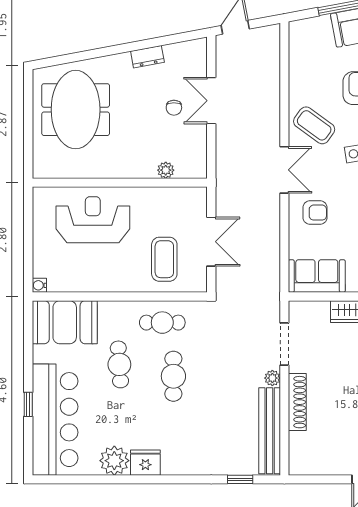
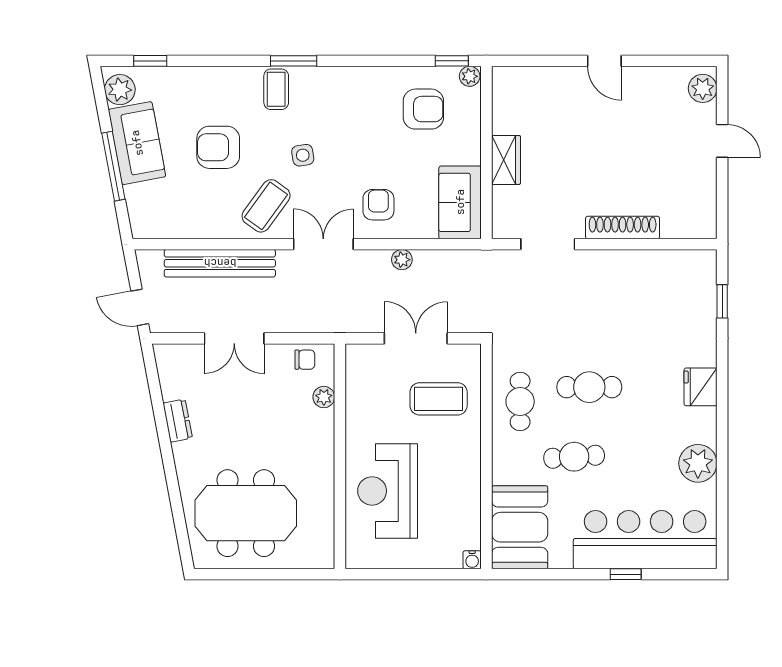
chair: (174, 108) -> (305, 360), moved
plant: (272, 378) -> (402, 260), moved
bench: (270, 431) -> (220, 263), moved
fridge: (145, 463) -> (701, 387), moved

